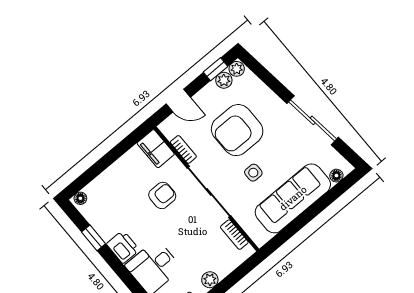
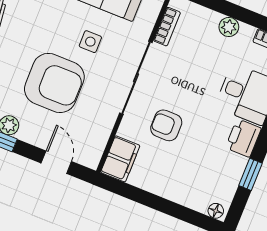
bookcase: (183, 149) -> (105, 129), removed

